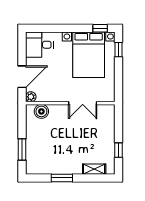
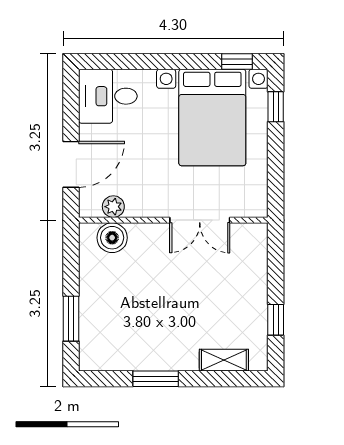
plant: (31, 97) -> (113, 207), moved

